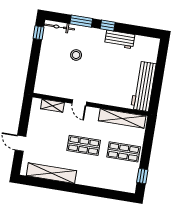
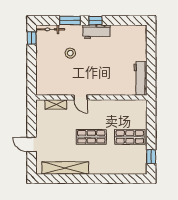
workbench: (120, 39) -> (96, 32), moved
workbench: (143, 86) -> (140, 78), width x0.73, depth x0.76
shelving: (122, 118) -> (123, 106), removed

